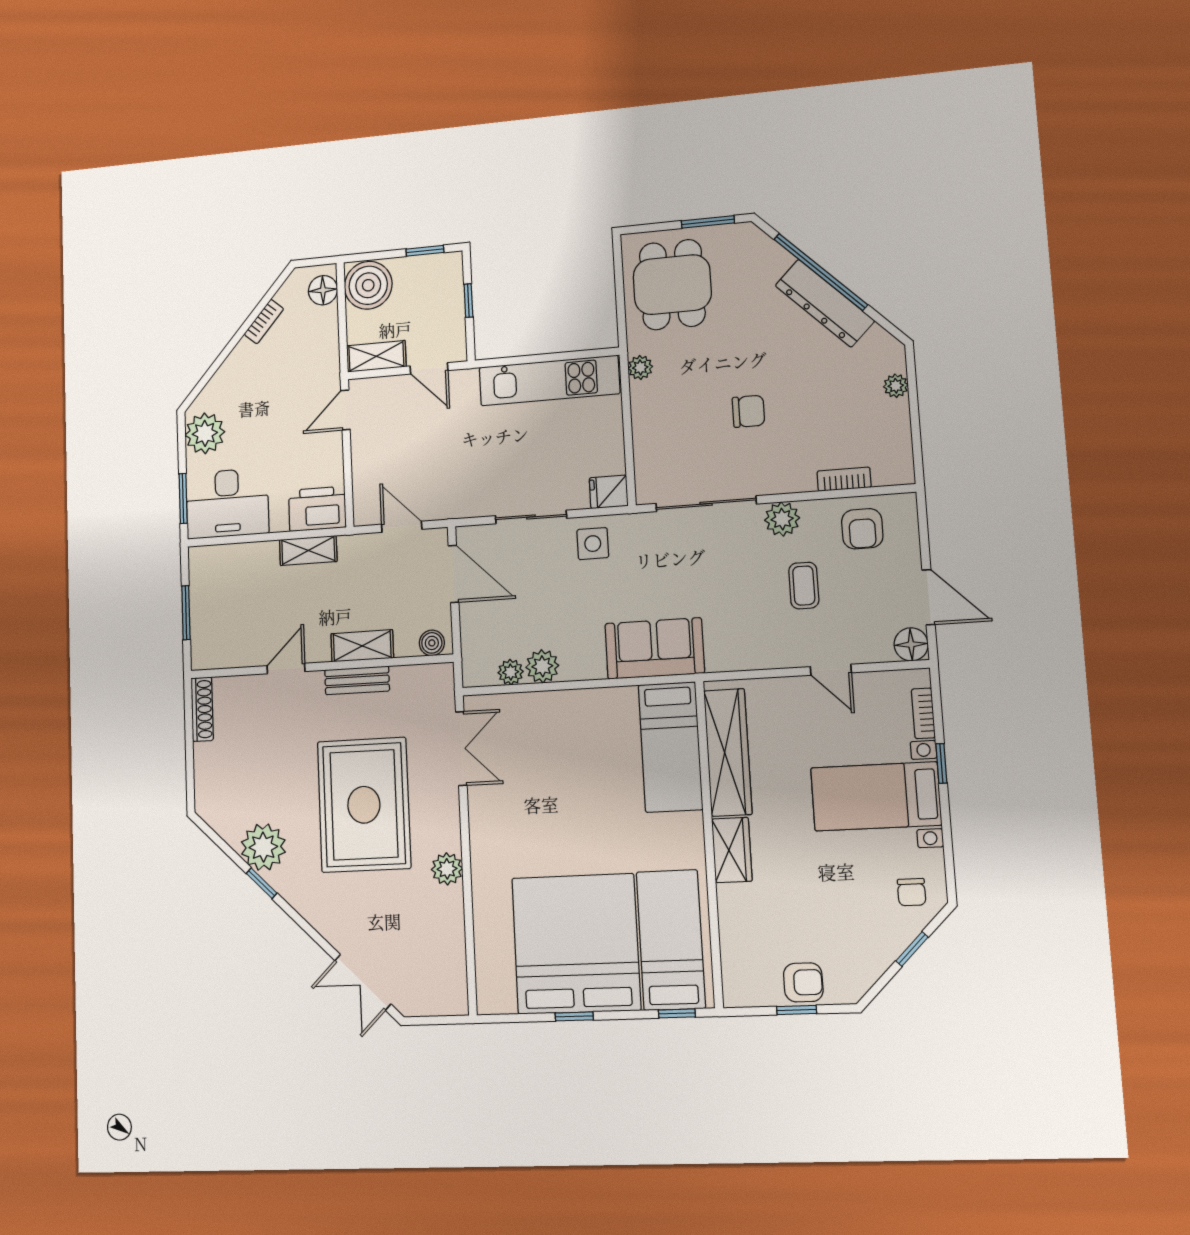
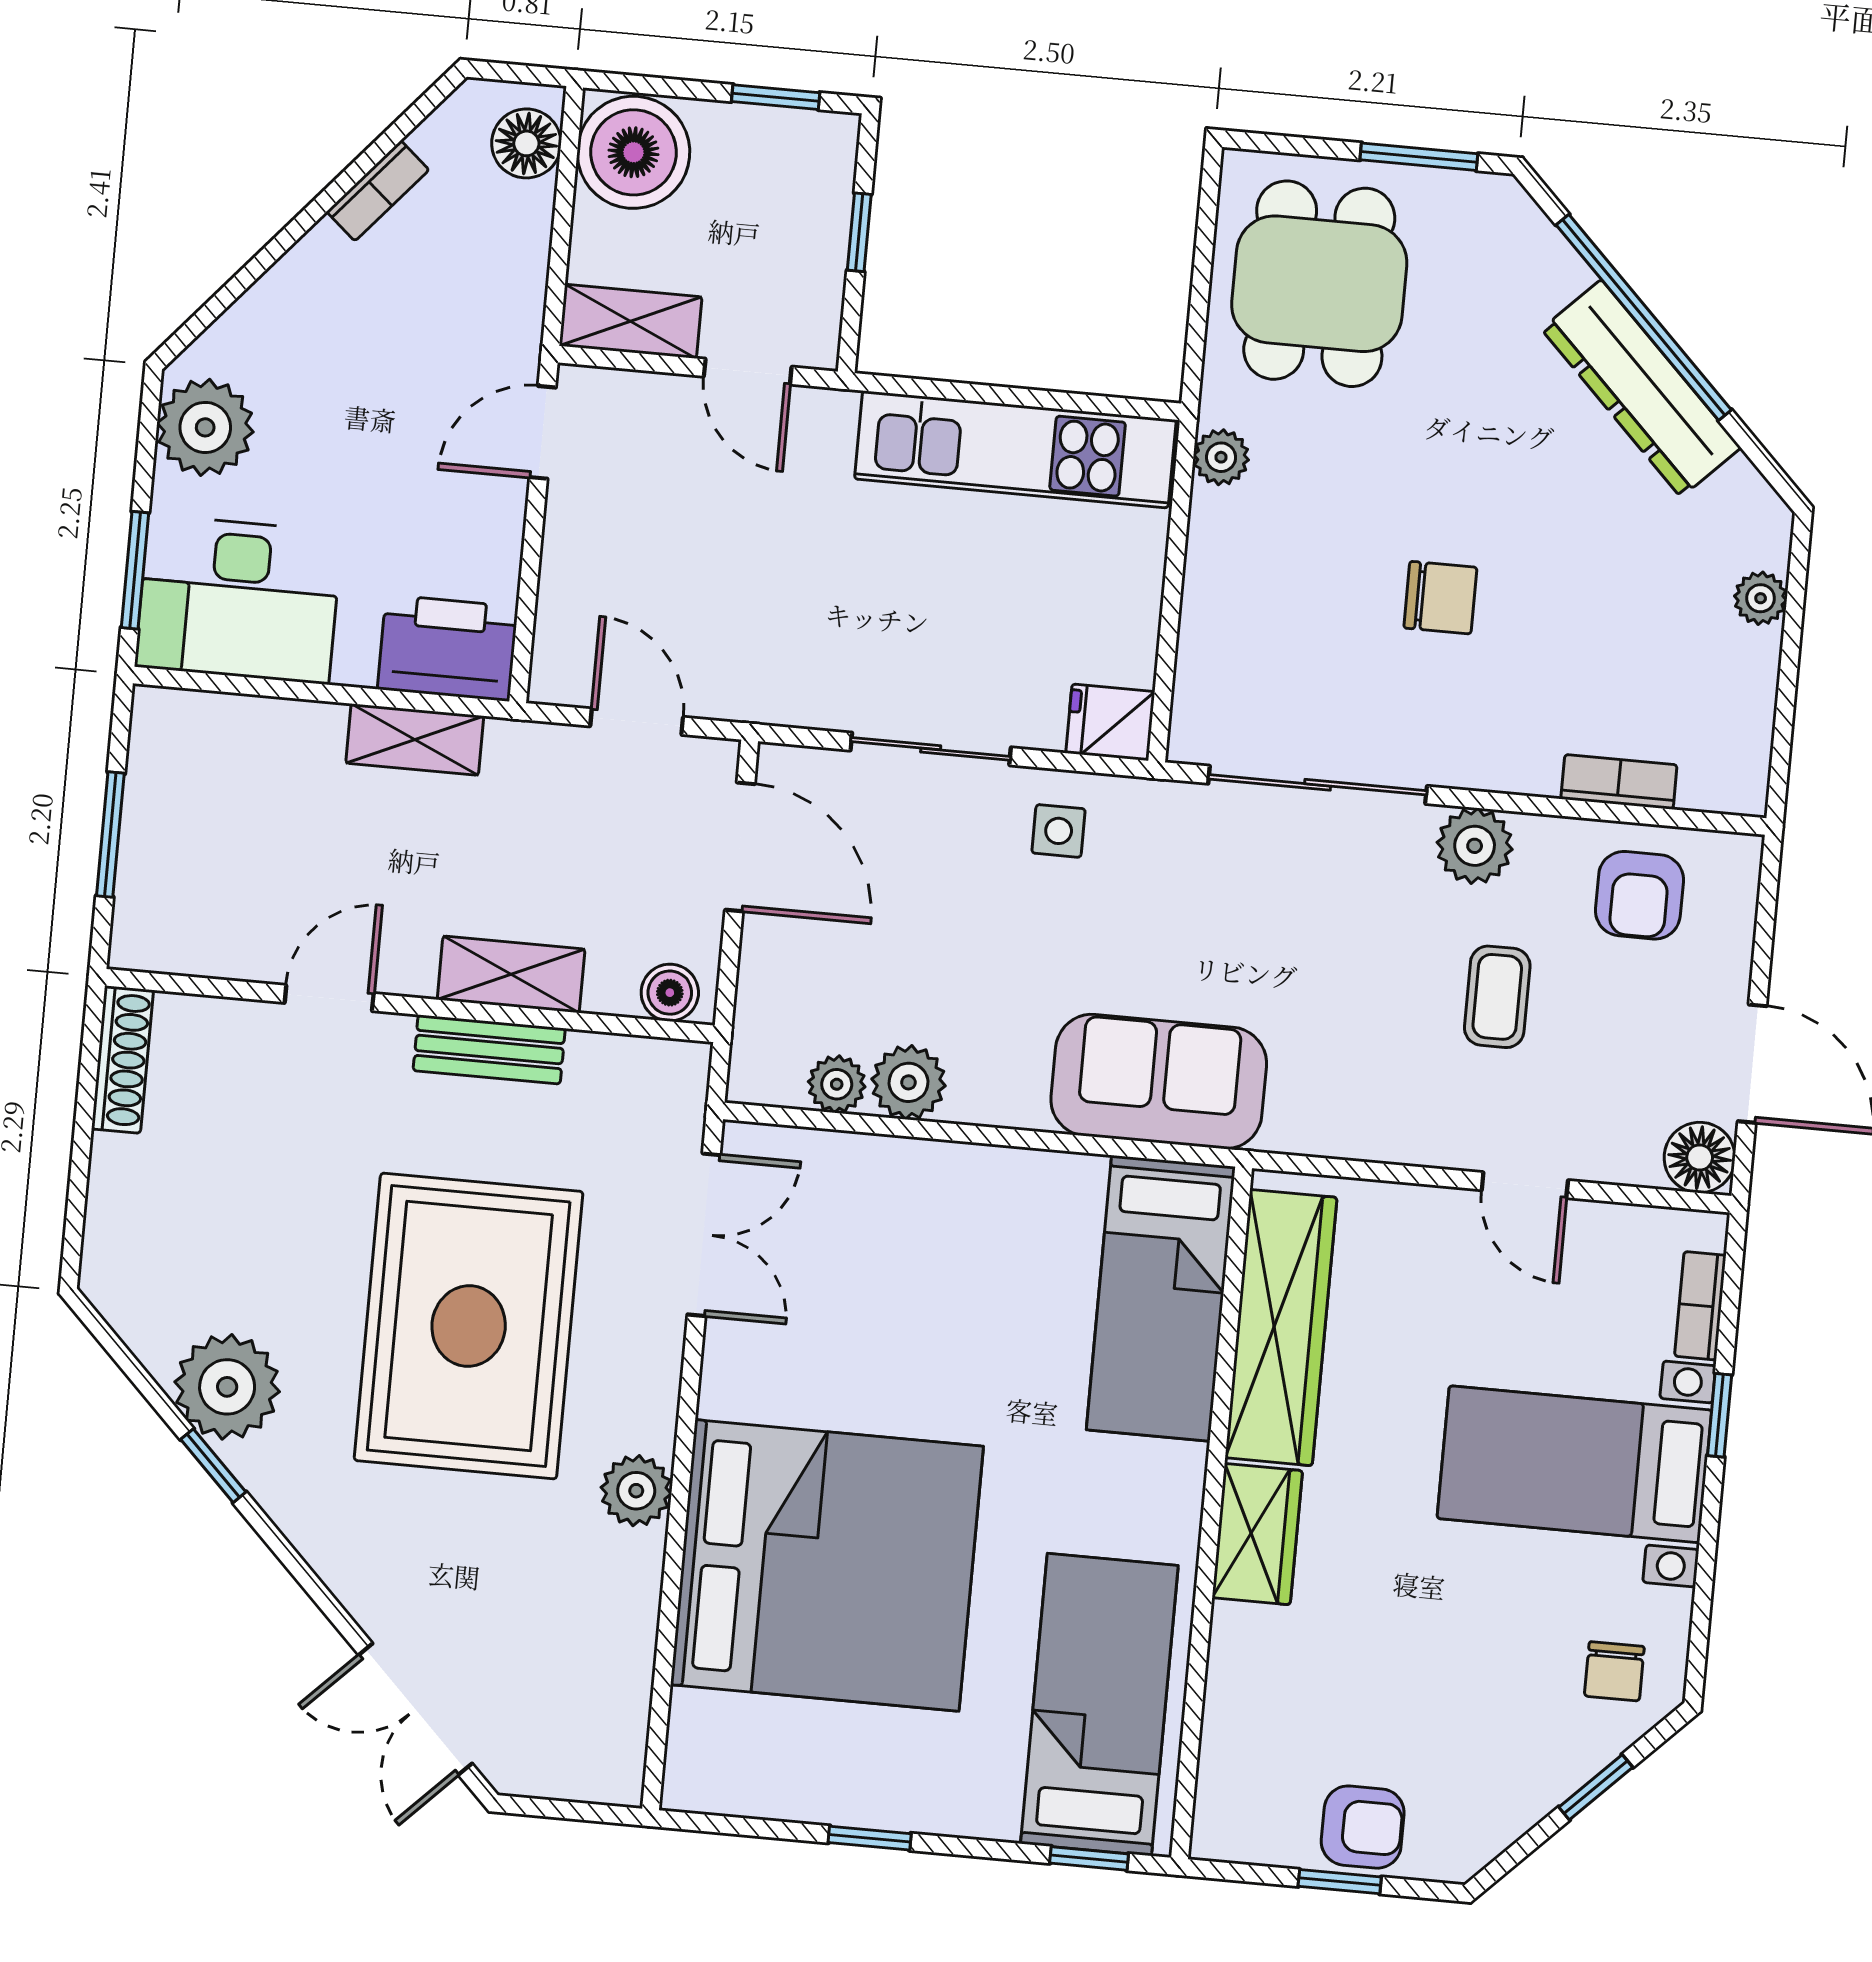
side table: (593, 544) -> (1059, 831), width x0.73, depth x0.73
bed: (576, 944) -> (827, 1565), moved, turned 90

